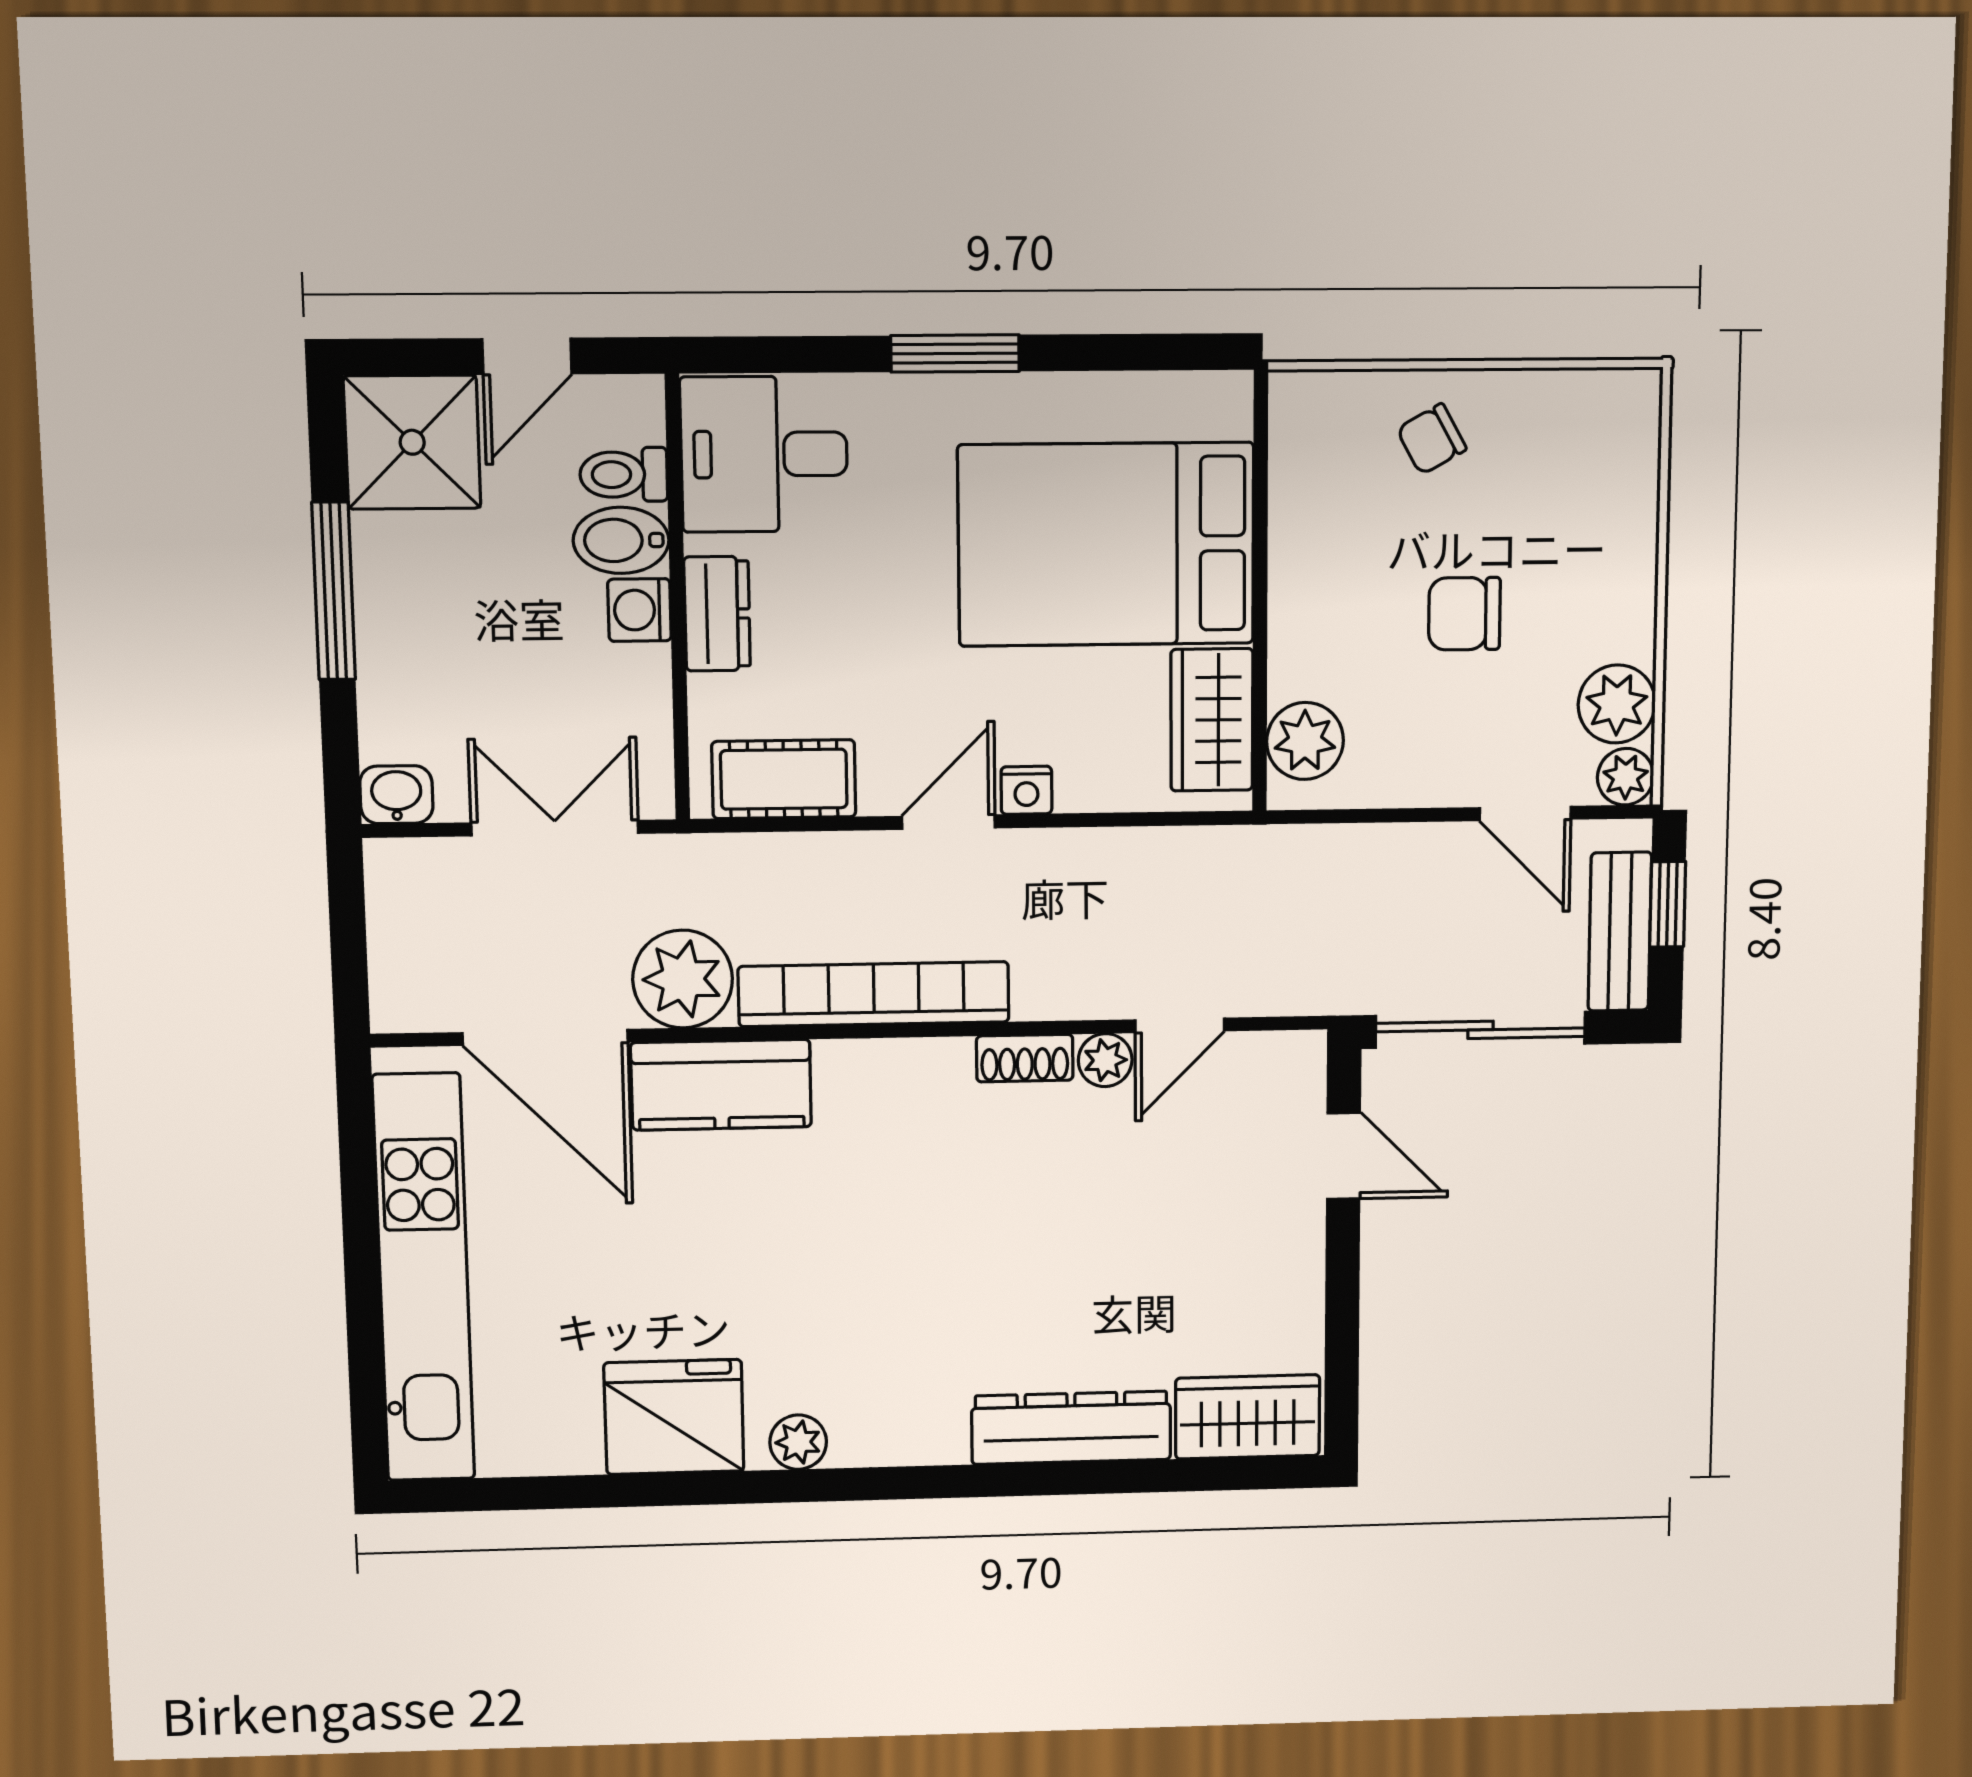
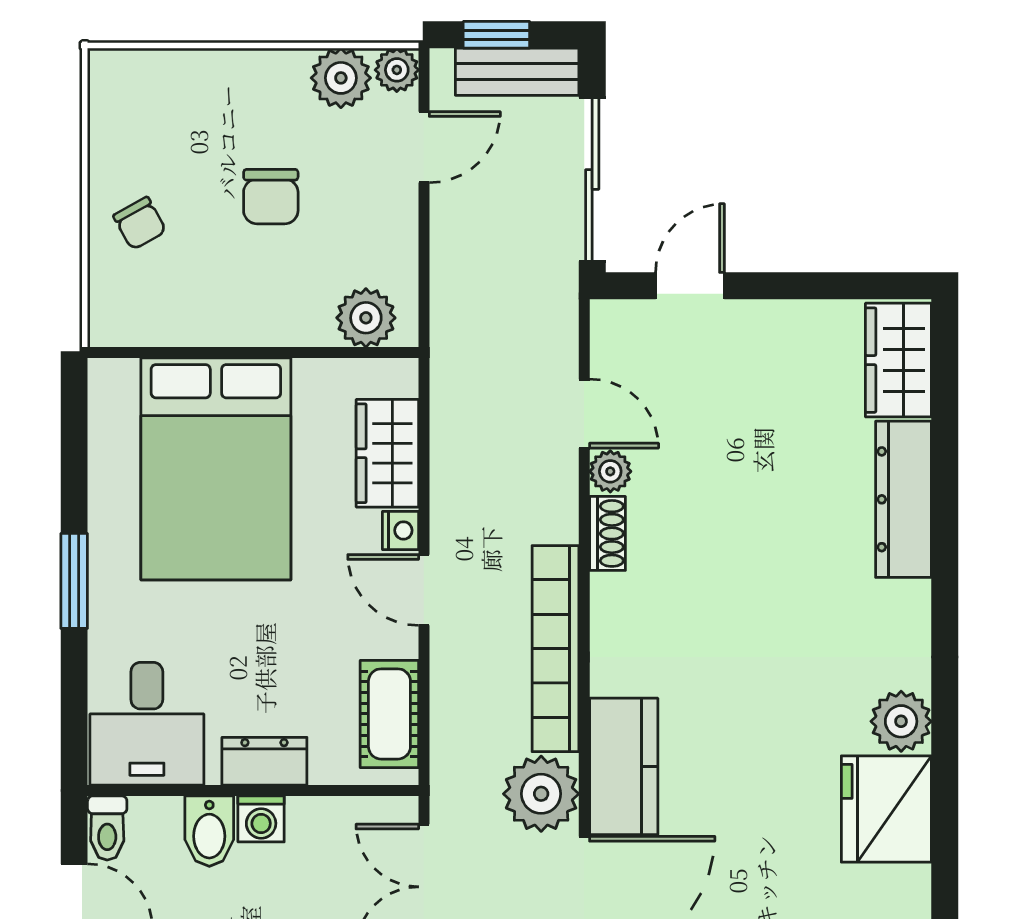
toilet: (624, 475) -> (107, 828), moved
wardrobe: (1212, 720) -> (387, 453), moved, turned 90
plant: (798, 1442) -> (901, 721), width x1.38, depth x1.38

